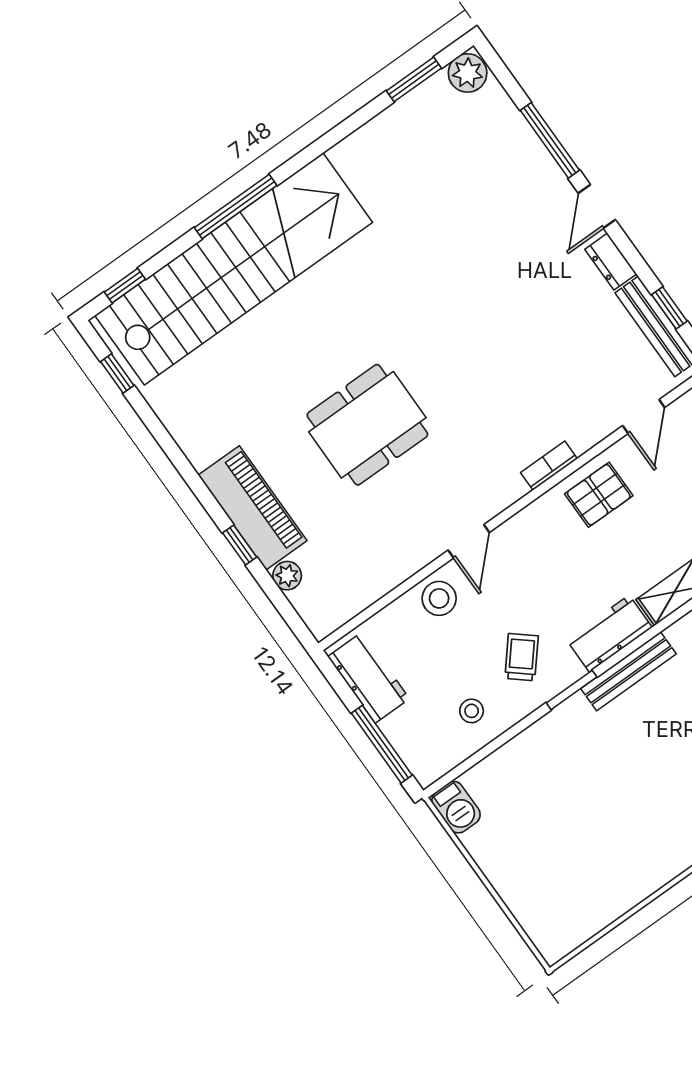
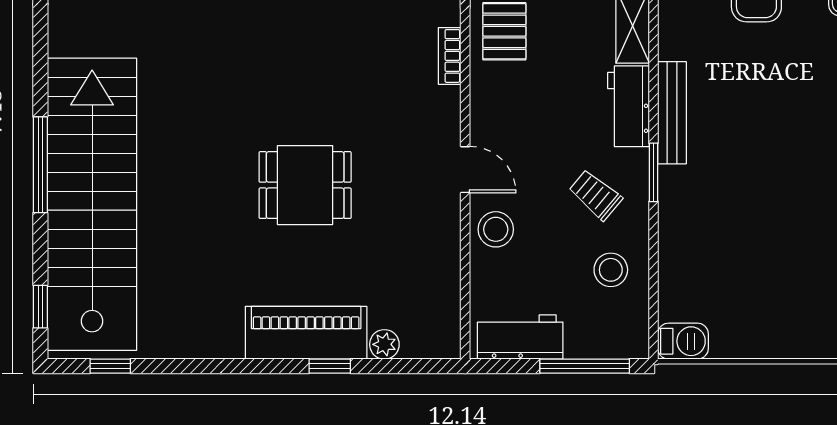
dining table: (367, 425) -> (305, 185), width x0.73
stool: (472, 711) -> (611, 270), width x1.37, depth x1.37

